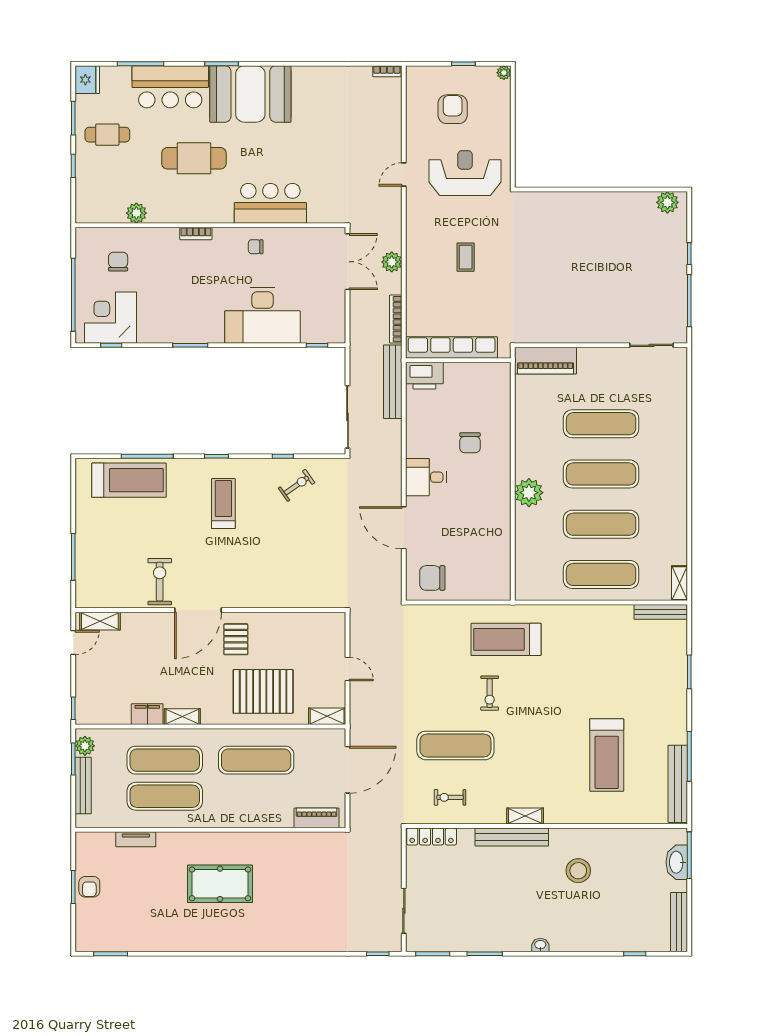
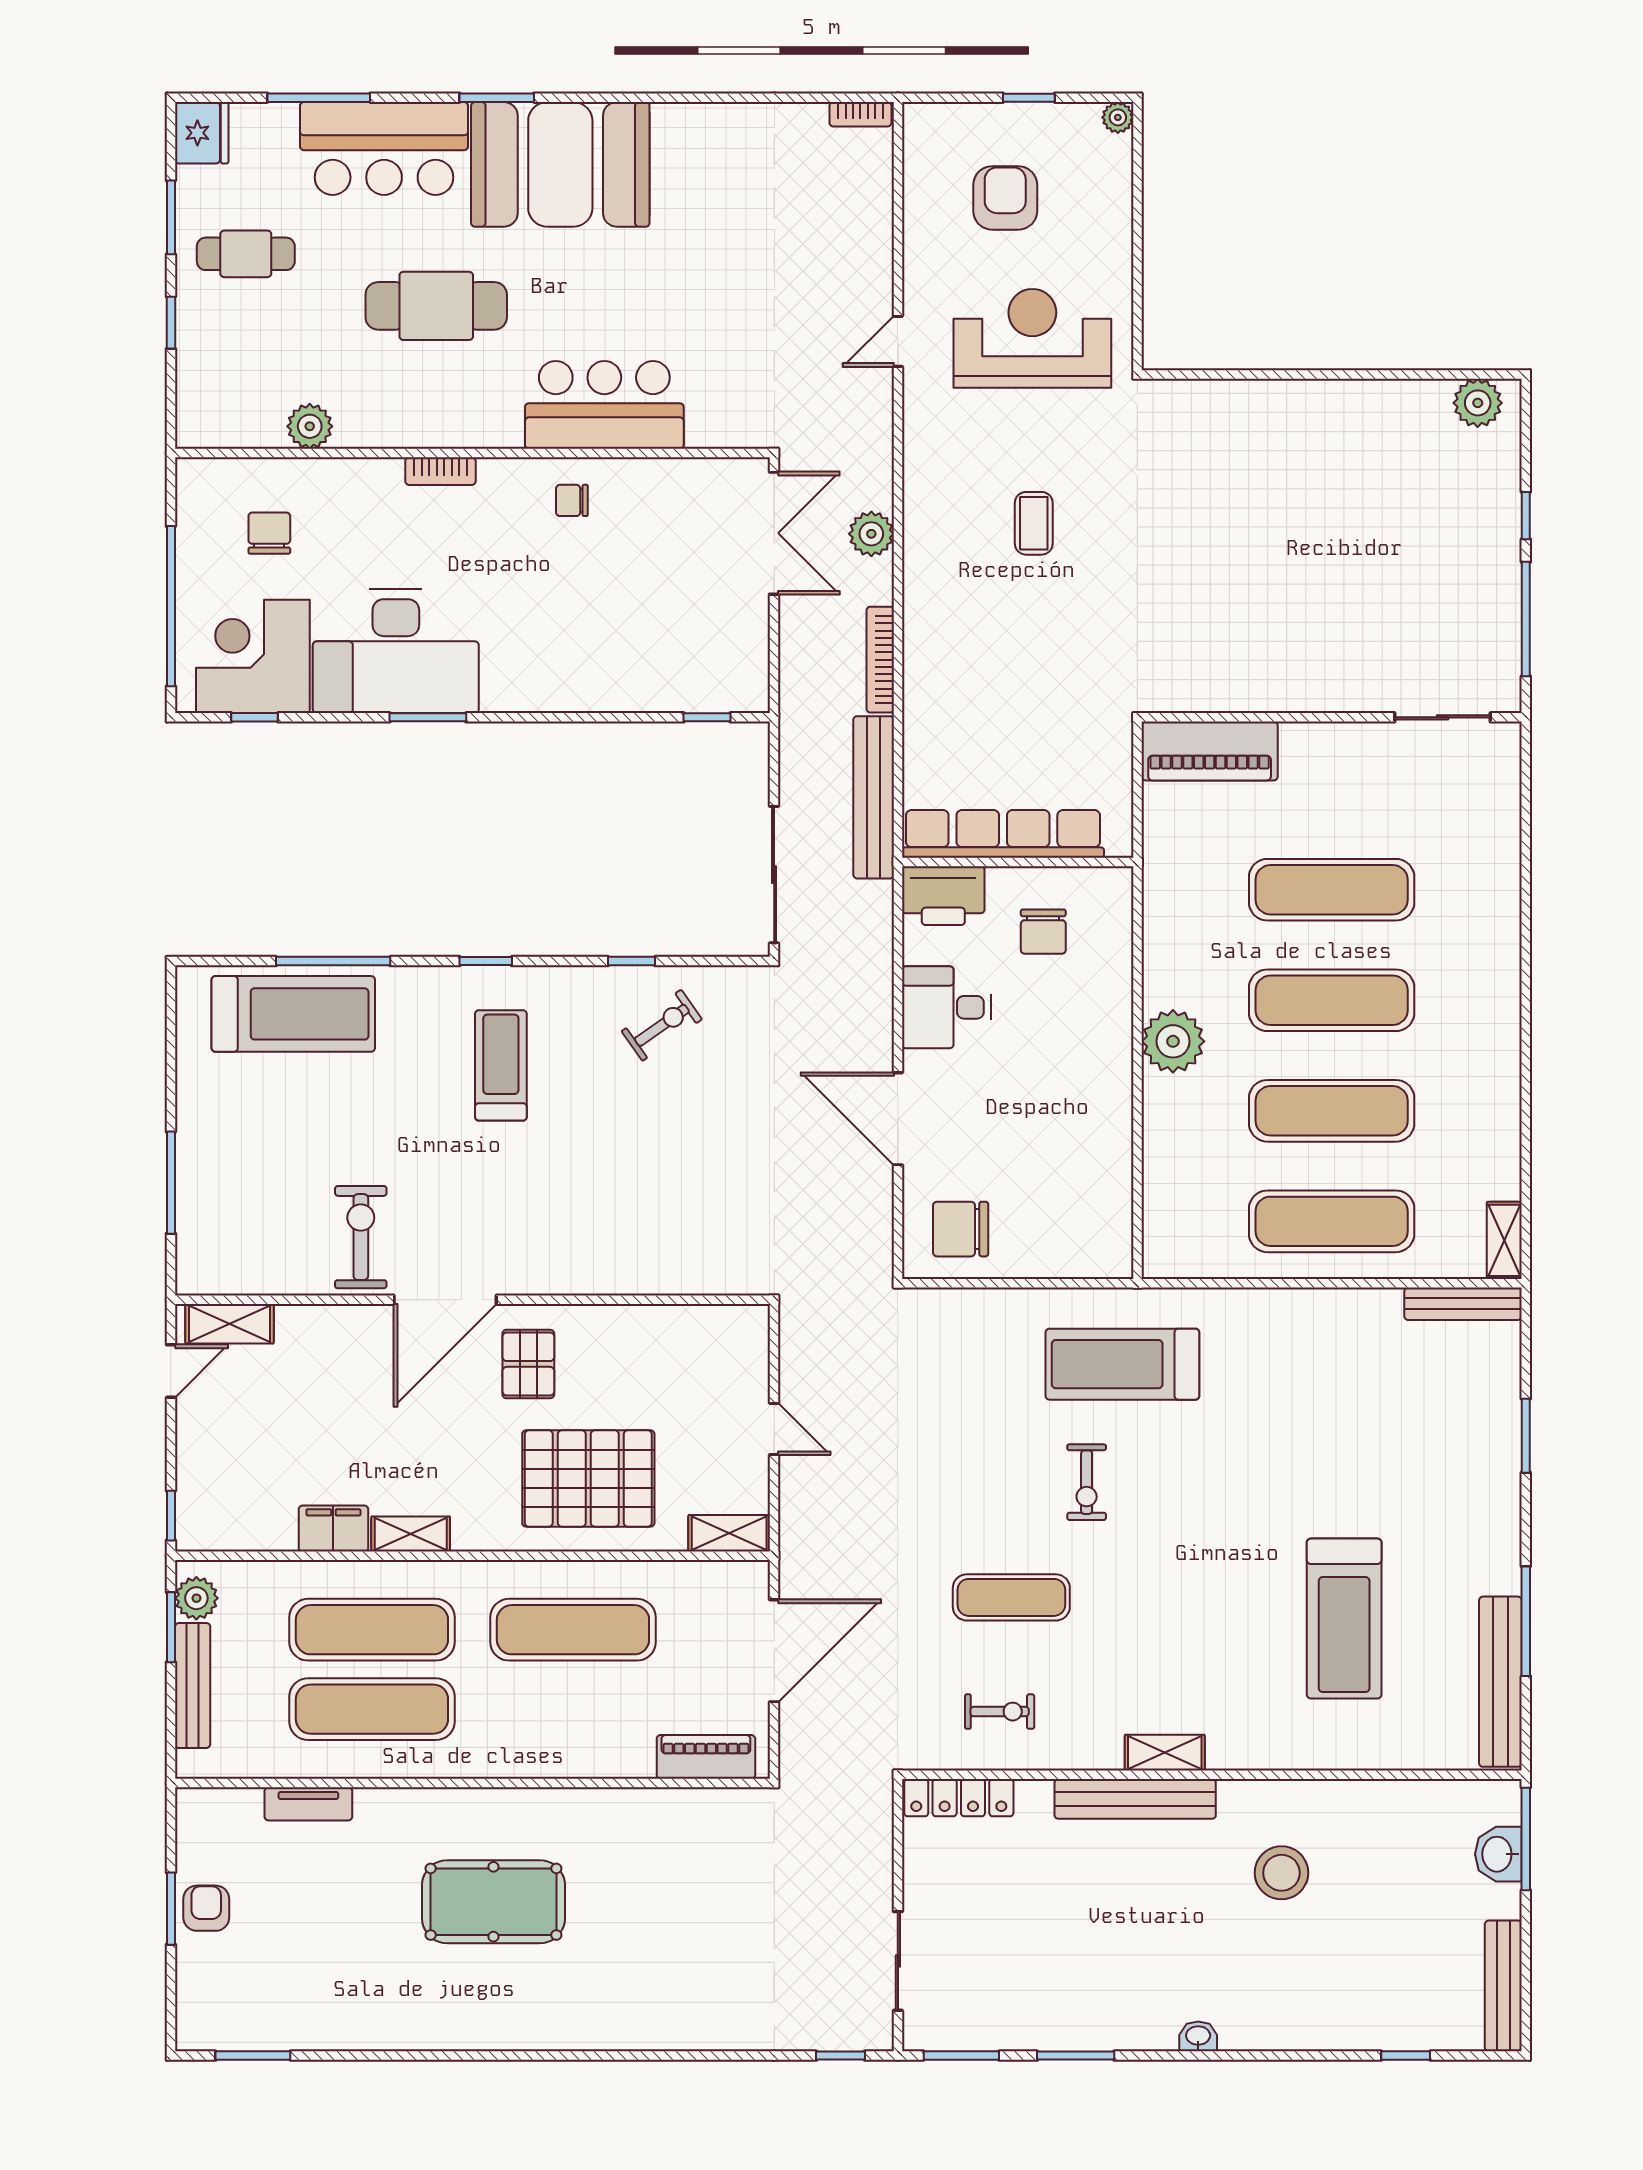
desk: (262, 315) -> (396, 651), moved
row of seats: (452, 348) -> (1003, 834), moved
wall: (458, 360) -> (1018, 862), moved
printer: (424, 376) -> (943, 896), moved
exercise mat: (455, 745) -> (1011, 1597), width x0.73, depth x0.69
exercise bike: (450, 797) -> (1000, 1712), turned 180
washbasin: (677, 862) -> (1498, 1854), width x0.72
armchair: (89, 887) -> (206, 1908), turned 180

